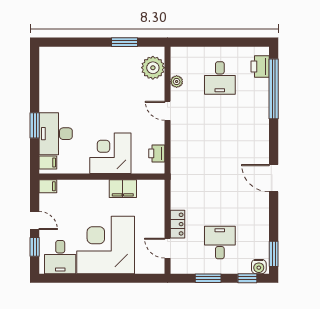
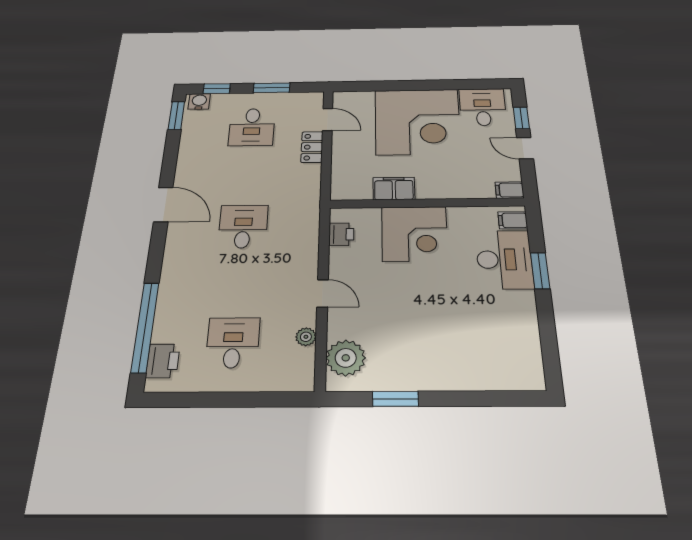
desk: (220, 160) -> (243, 226), added

